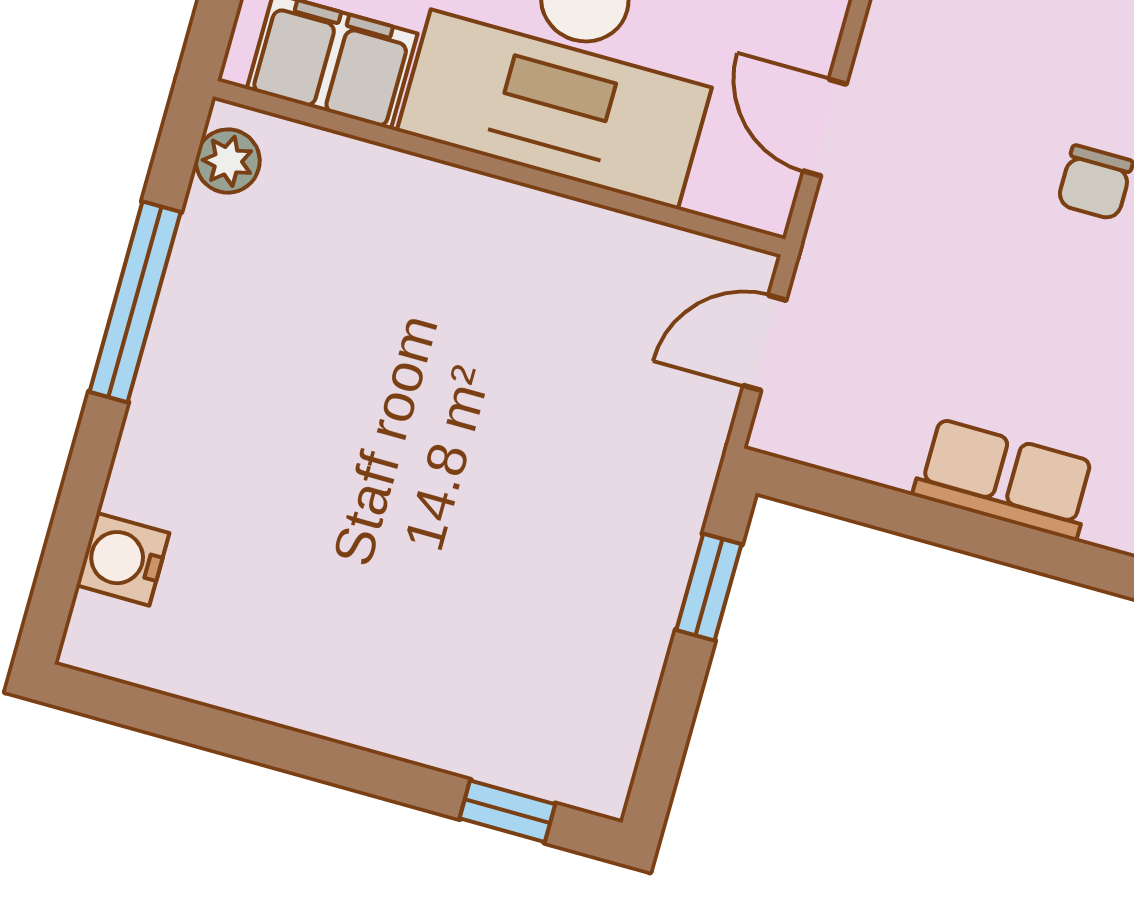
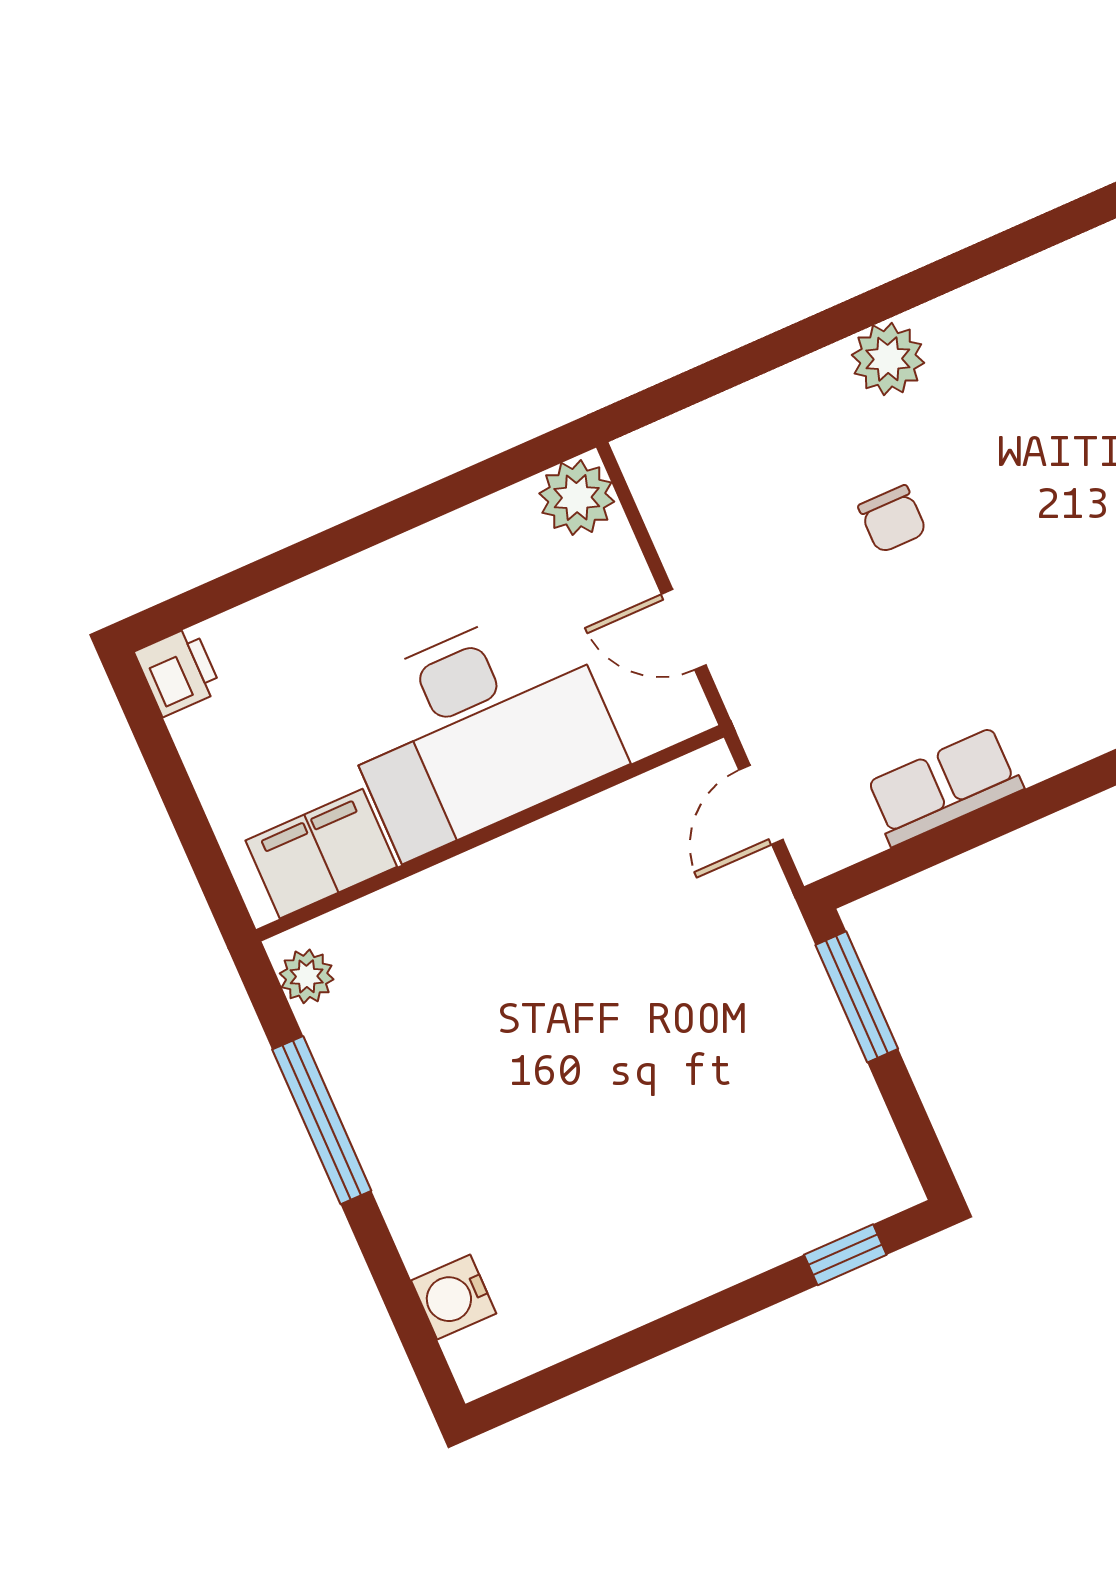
row of seats: (1005, 479) -> (944, 786), moved
window: (709, 587) -> (857, 997), width x1.50

